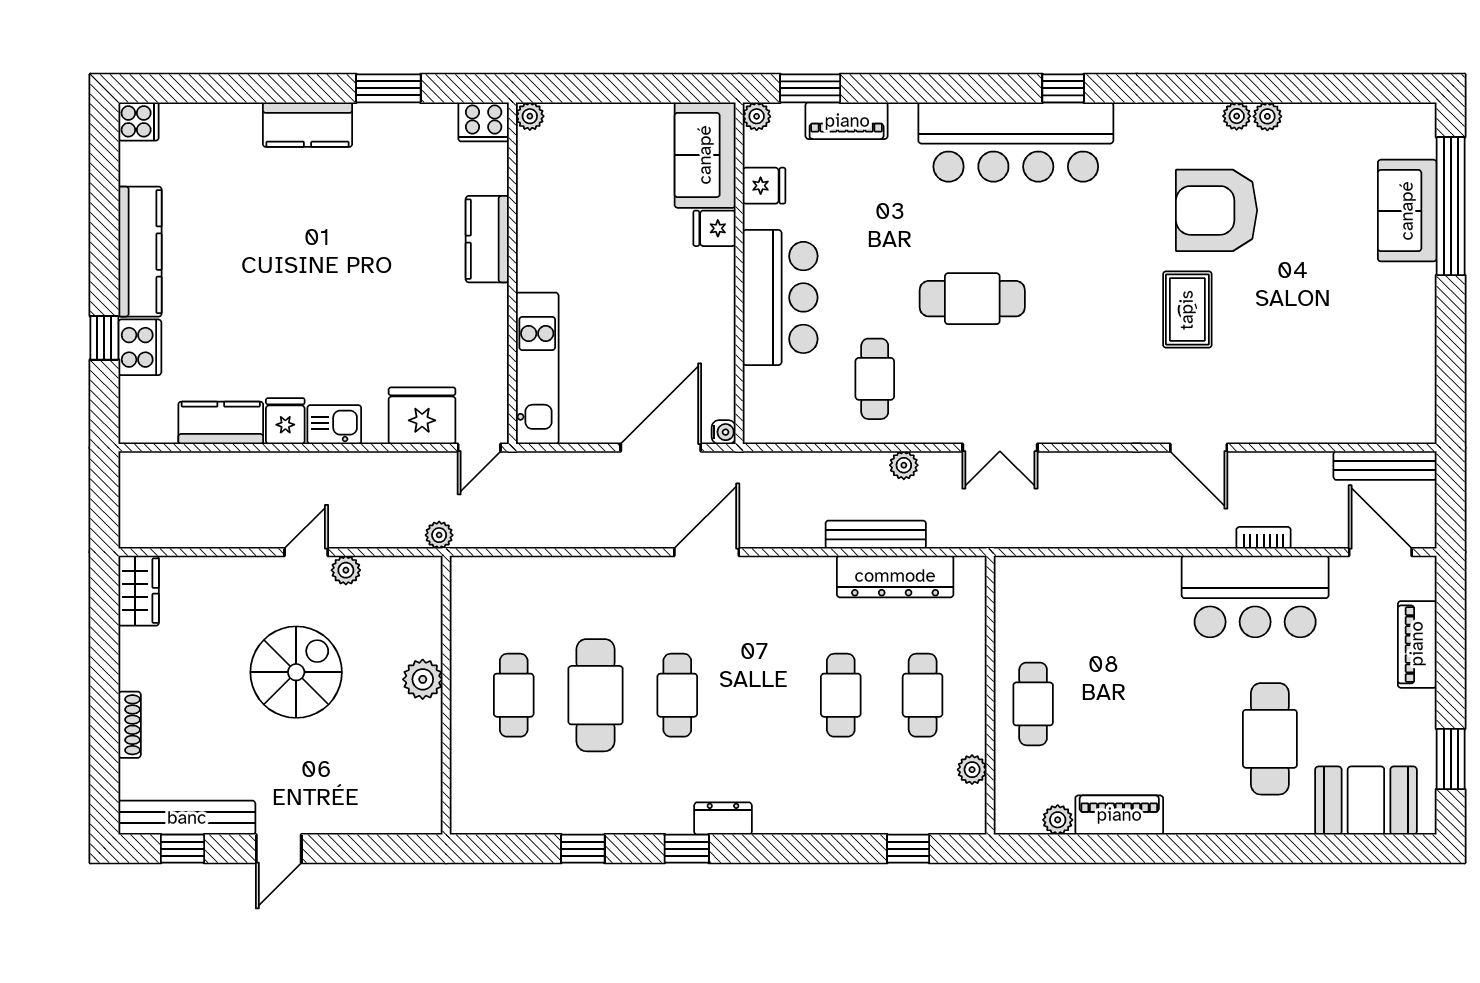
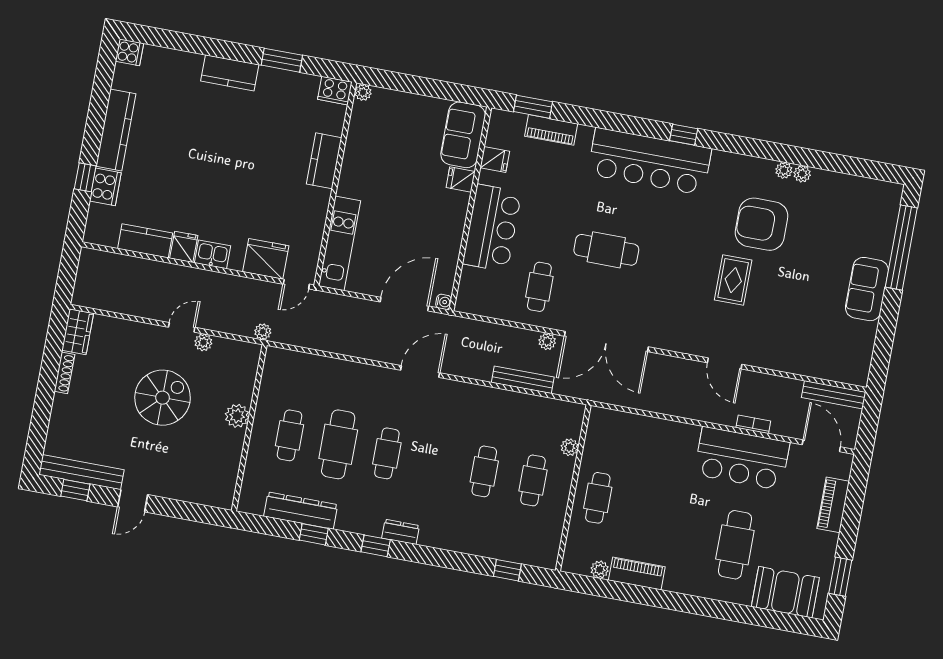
plant: (757, 116) -> (498, 117), removed
sofa: (1407, 211) -> (867, 289), moved
double door: (1000, 448) -> (606, 342), width x1.87
dresser: (895, 576) -> (301, 510), moved, turned 180
shoe rack: (130, 725) -> (64, 373), moved
plant: (972, 770) -> (570, 447), moved

